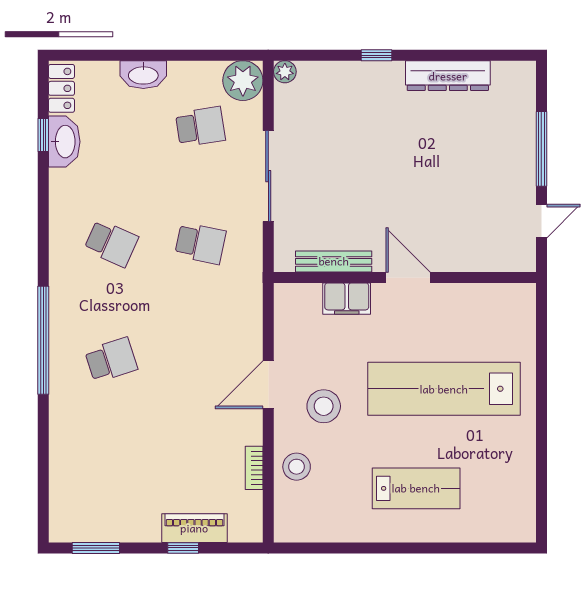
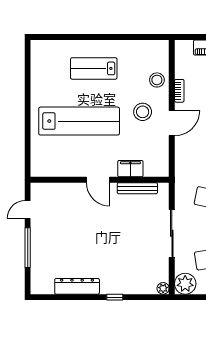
bookcase: (254, 468) -> (179, 91), moved

